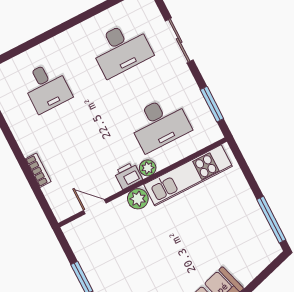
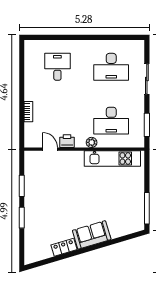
desk: (46, 87) -> (57, 67), turned 180
printer: (128, 176) -> (67, 141), moved
plant: (138, 199) -> (77, 157), removed

